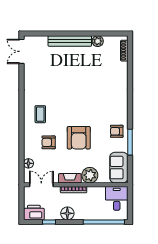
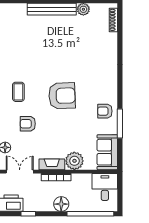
armchair: (79, 138) -> (62, 96), moved, turned -92
floor lamp: (67, 213) -> (61, 204), moved

